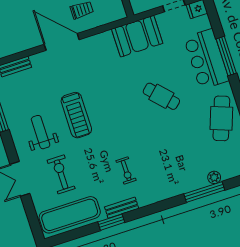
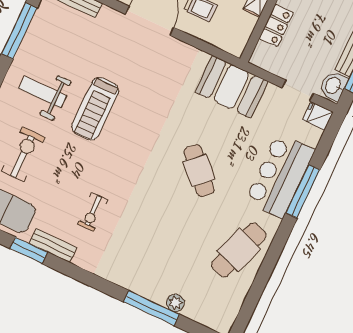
weight bench: (41, 132) -> (43, 92), turned -90

